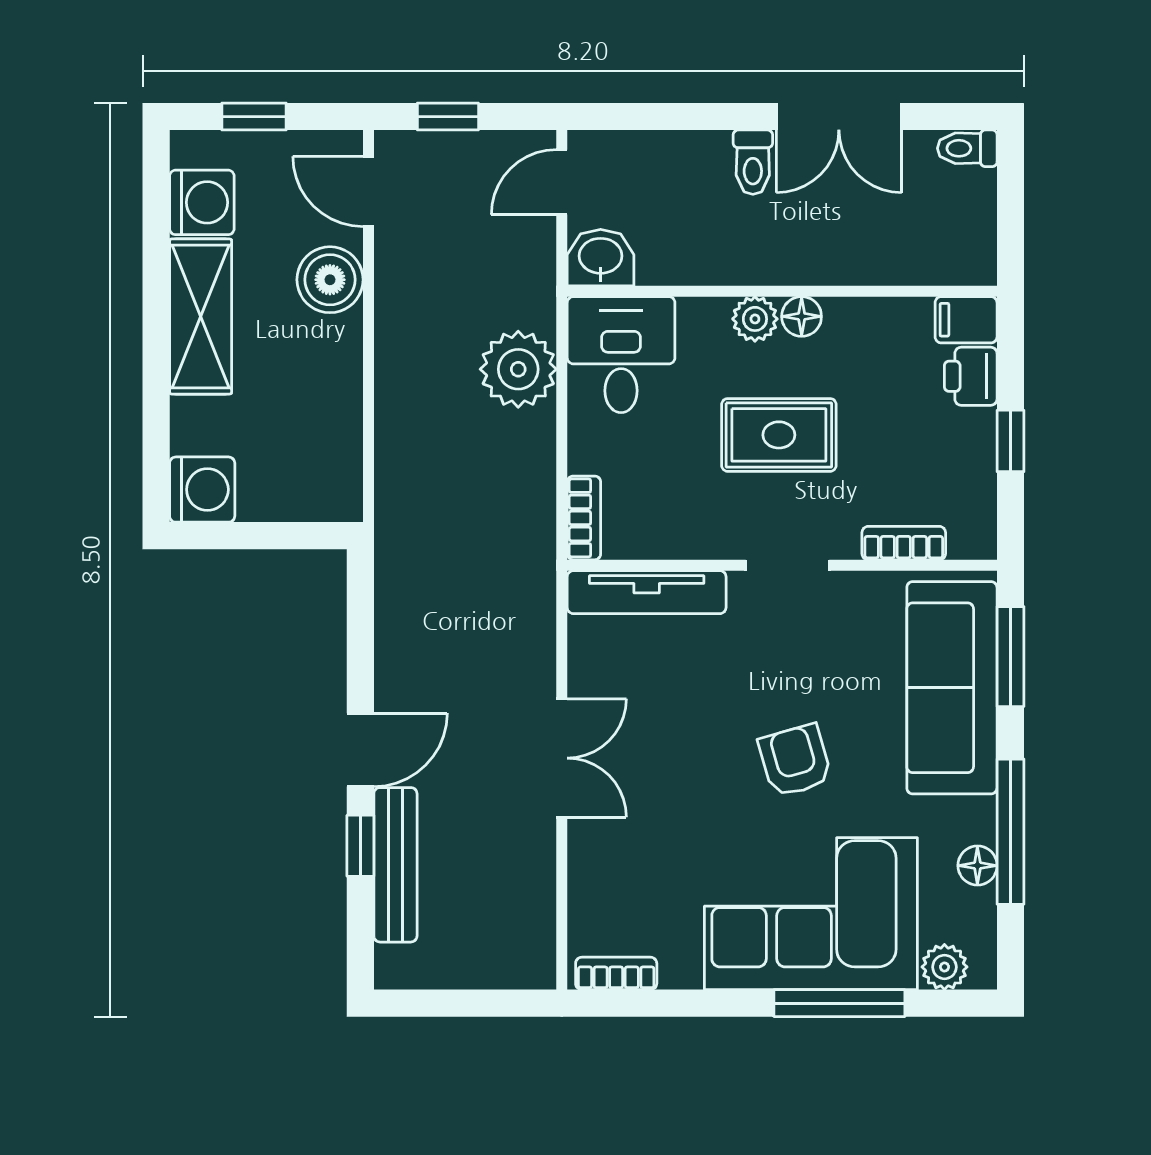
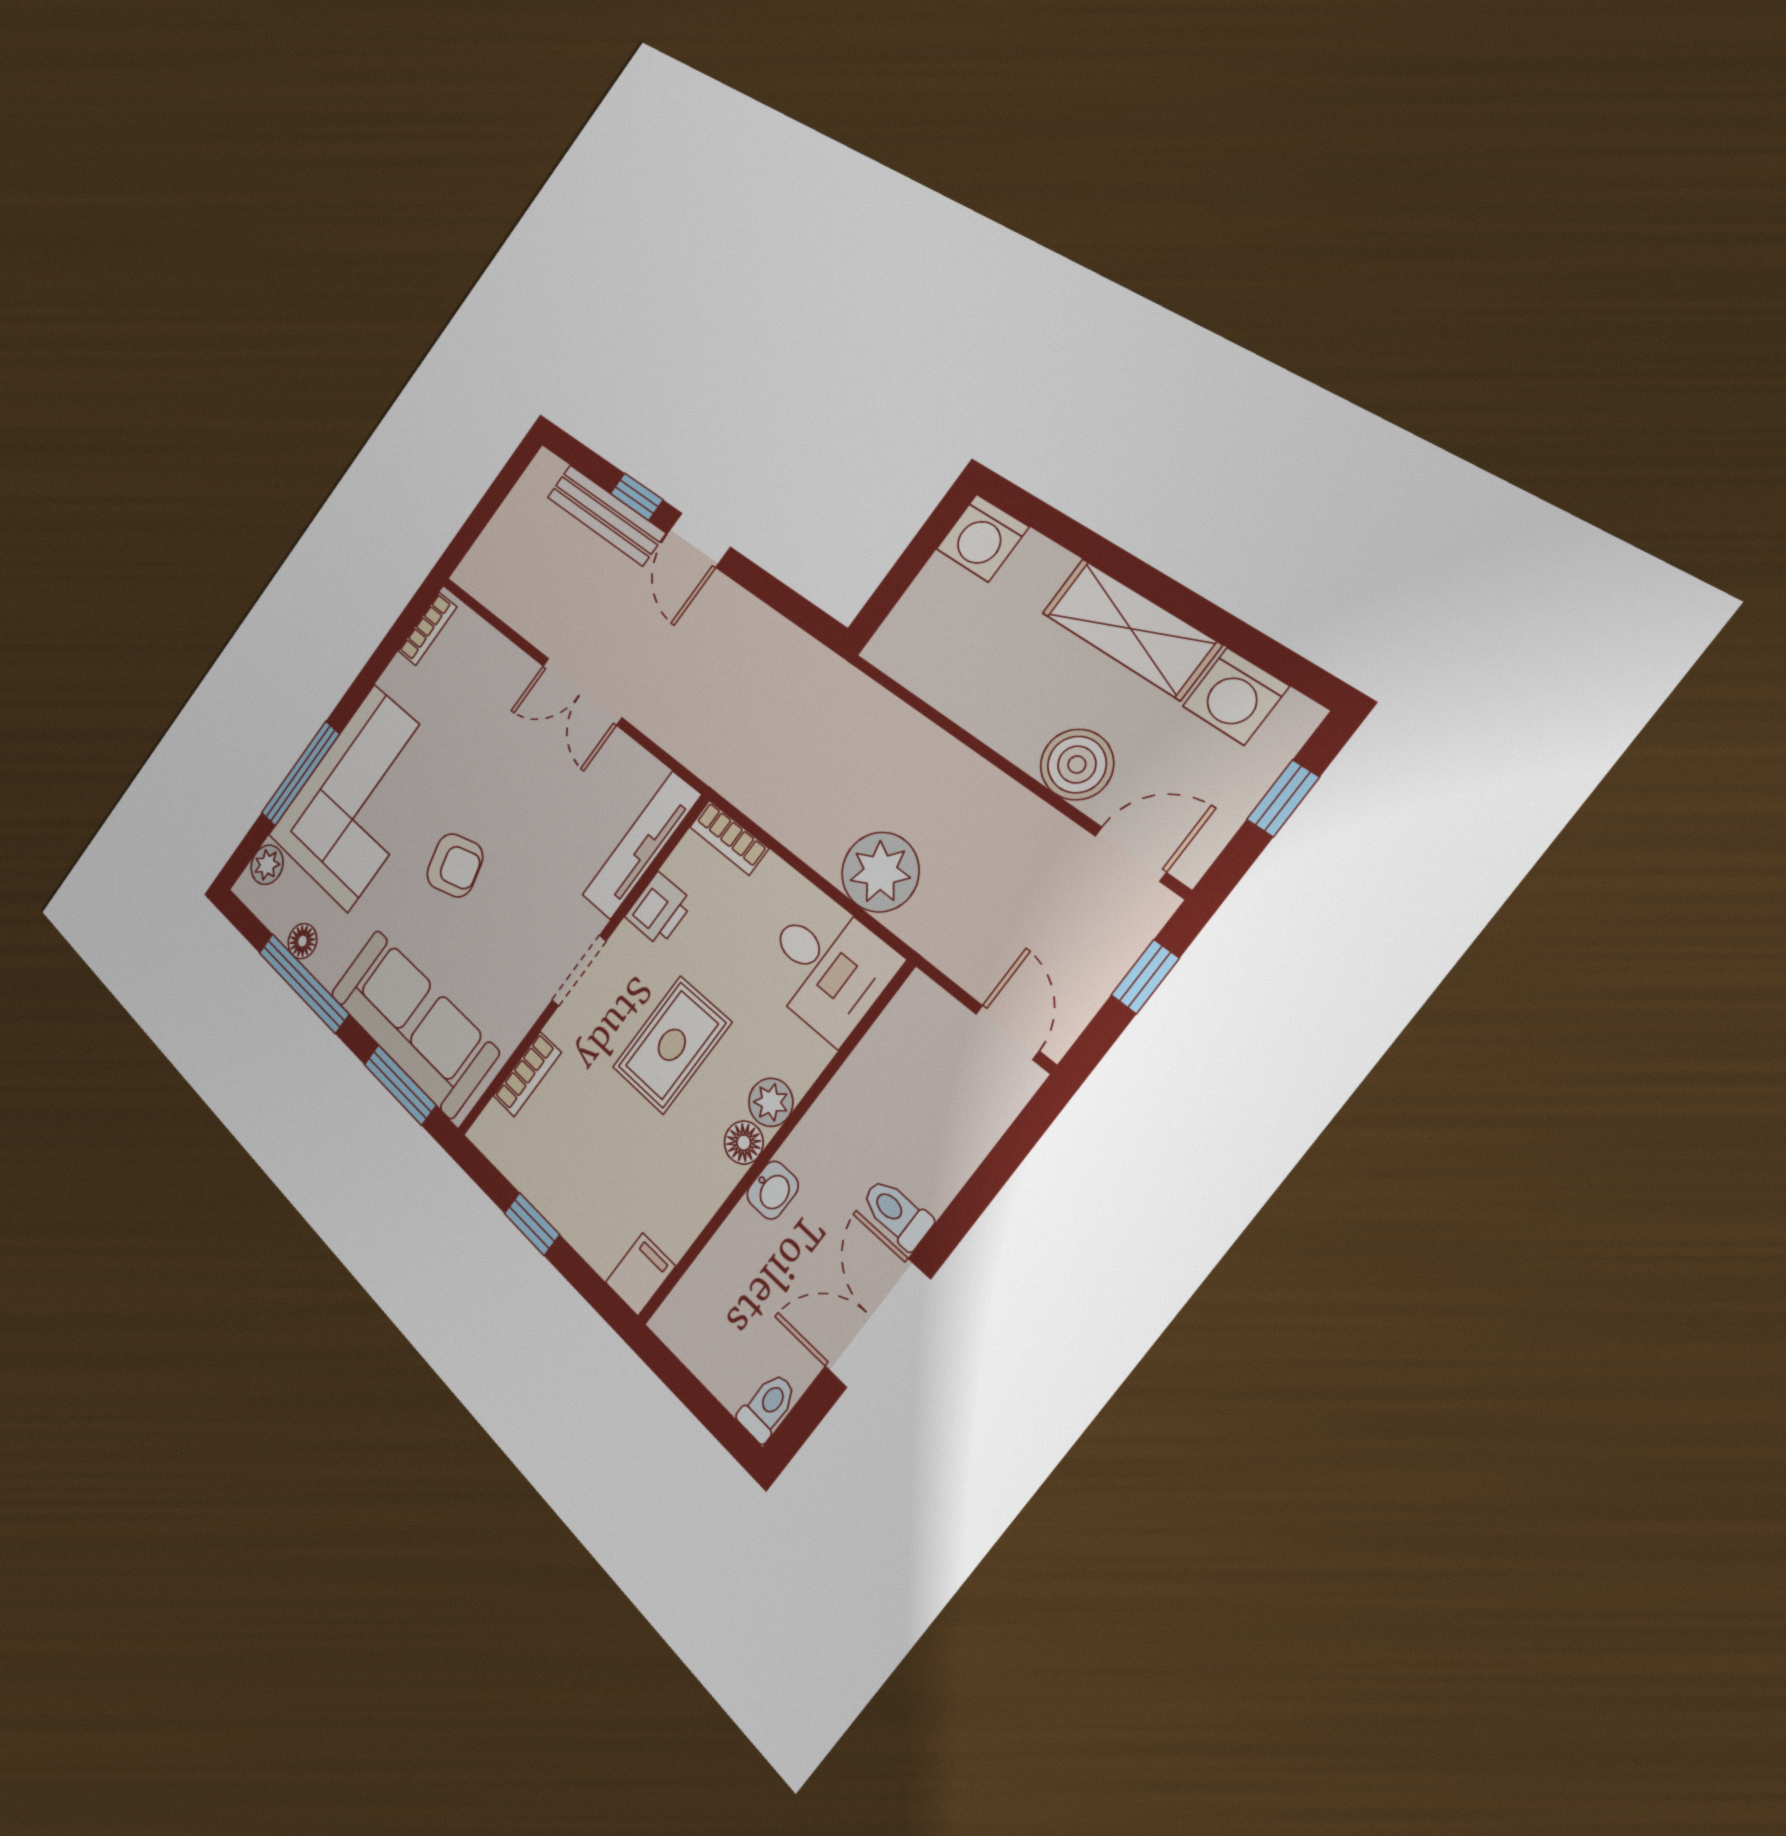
washbasin: (601, 258) -> (773, 1190), moved, width x0.72, depth x0.69
printer: (971, 376) -> (659, 909), moved, turned 90

